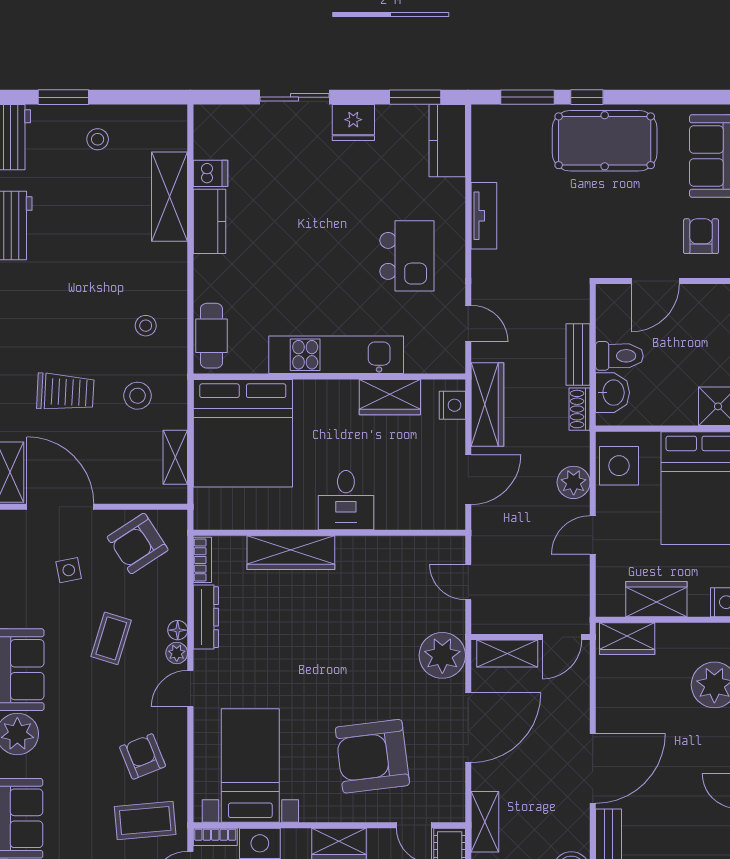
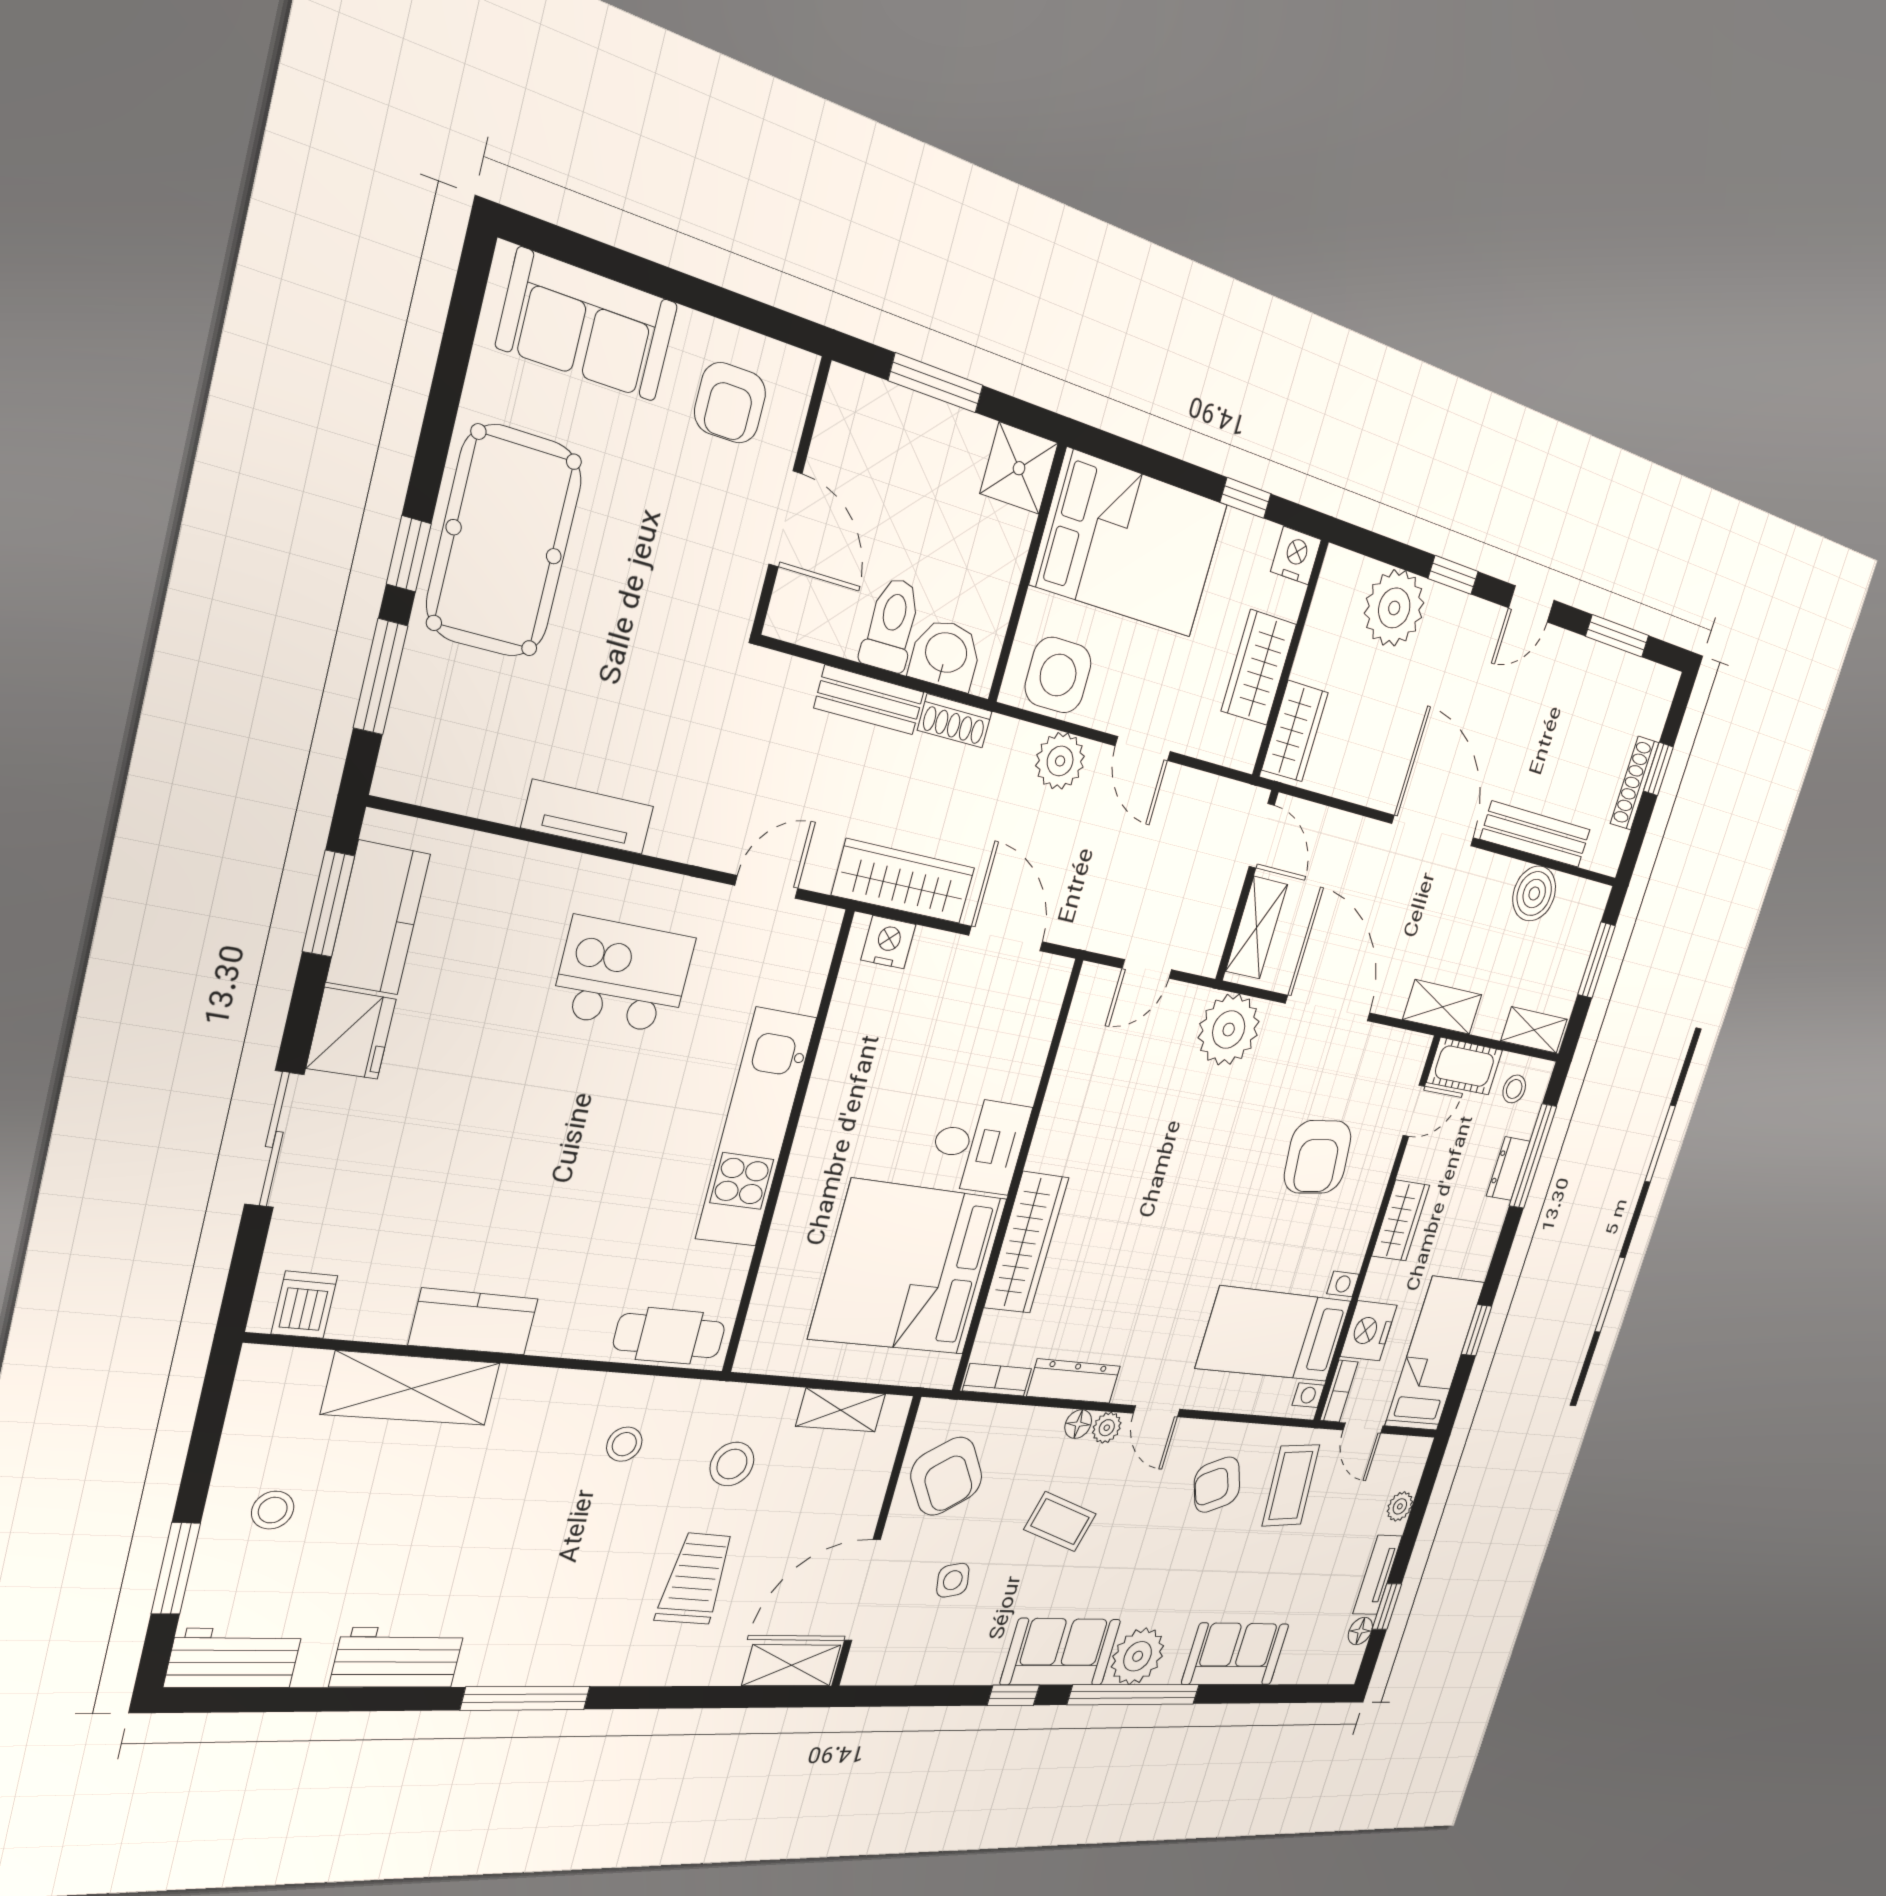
kitchen counter: (447, 141) -> (378, 918), moved, turned -90
dishwasher: (210, 173) -> (304, 1305), moved
armchair: (701, 236) -> (730, 403), turned -90
wardrobe: (390, 397) -> (847, 1047), removed
bed: (243, 433) -> (908, 1268), moved, turned 180
armchair: (372, 756) -> (1318, 1157), width x0.73, depth x0.73

